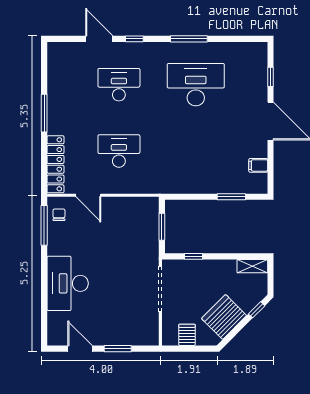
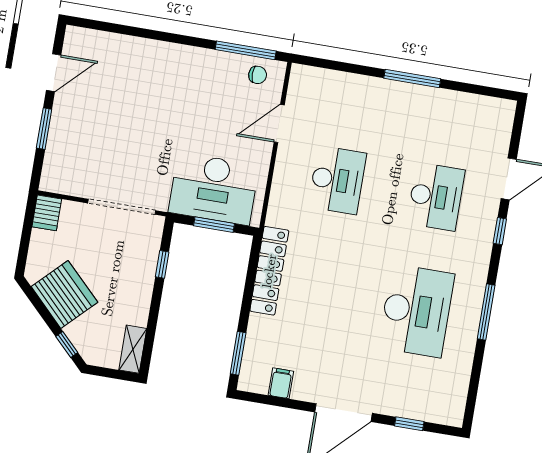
locker: (55, 164) -> (269, 271), moved, turned -90
window: (231, 197) -> (238, 353), moved
desk: (68, 283) -> (214, 189), moved, turned 180
server rack: (187, 335) -> (47, 213), moved, turned 90

